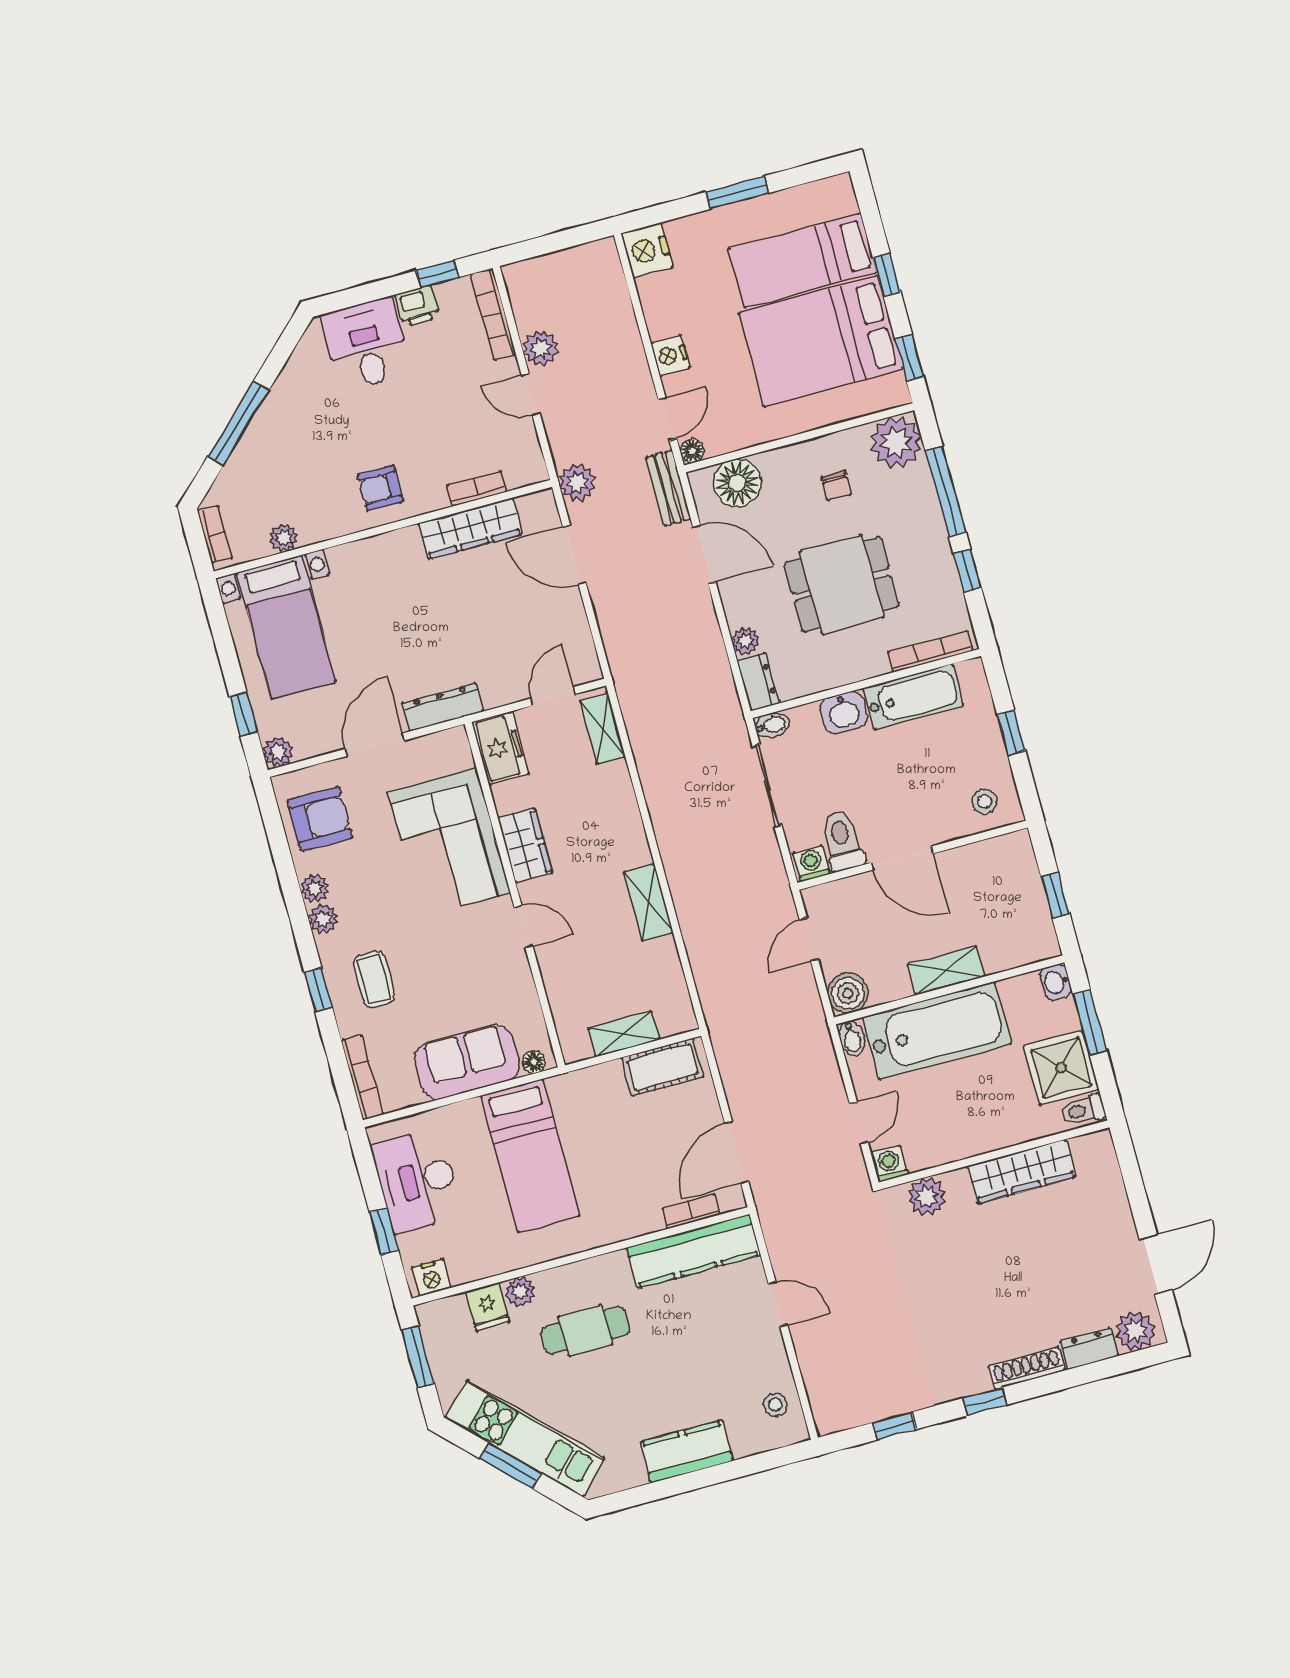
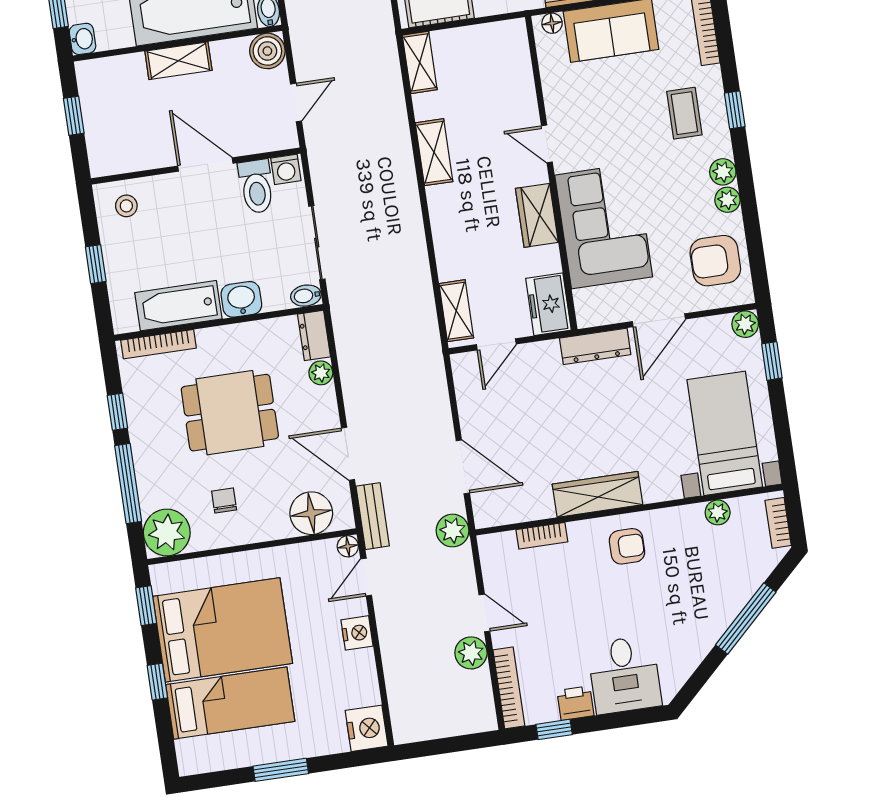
wardrobe: (470, 529) -> (597, 494), moved
shelving: (624, 1034) -> (420, 62), moved, turned 90

